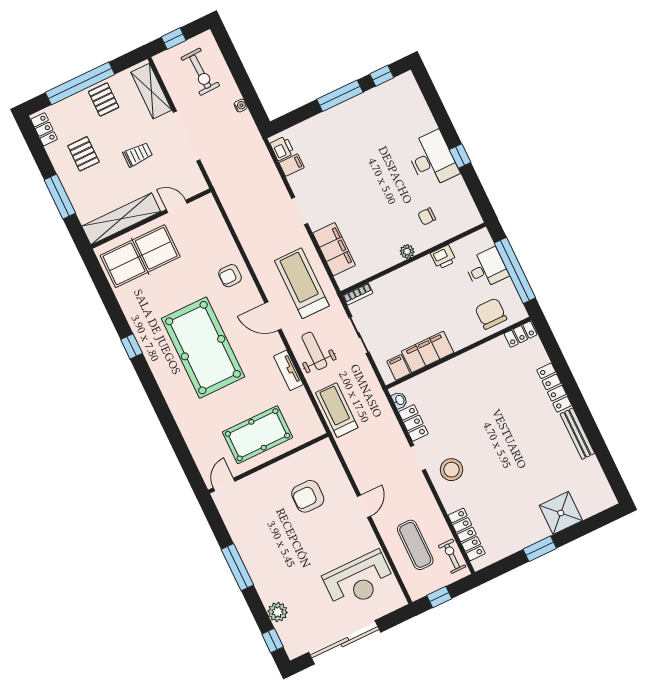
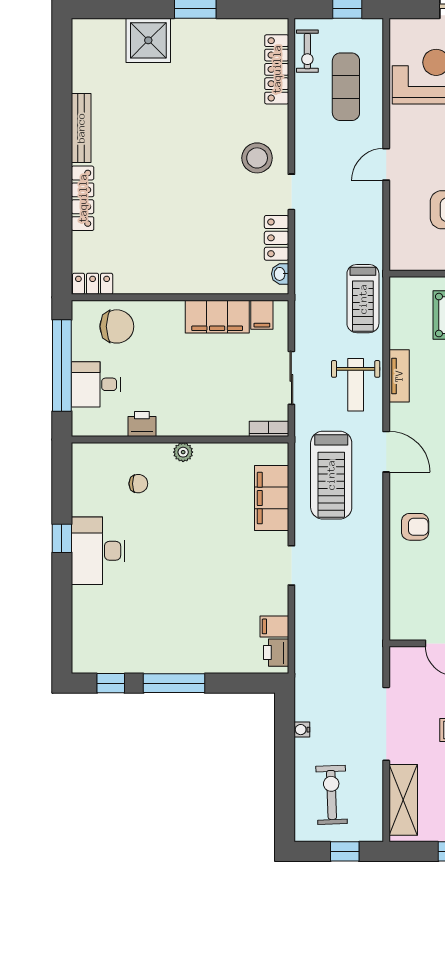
chair: (491, 314) -> (117, 326), turned -90

